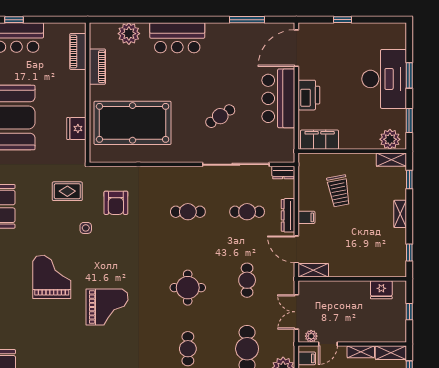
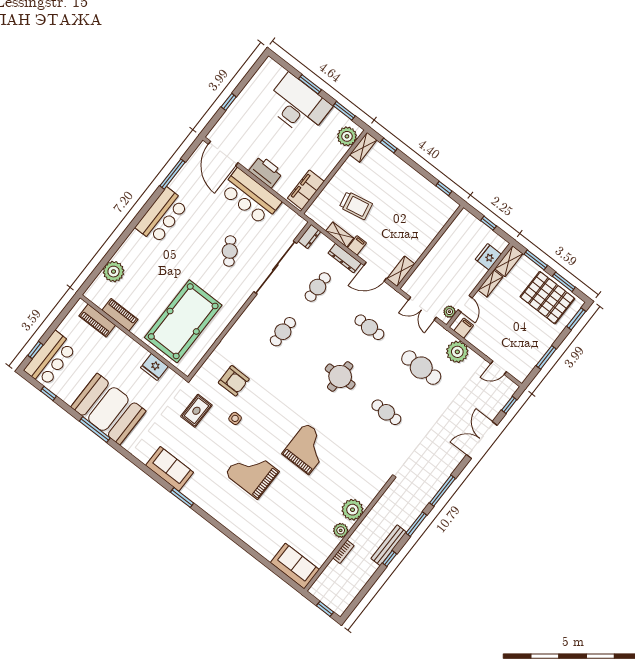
bar counter: (177, 38) -> (162, 216), moved
shelving: (400, 214) -> (340, 235), moved
fridge: (381, 290) -> (488, 257), moved, turned 180

